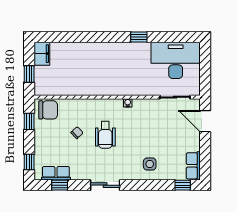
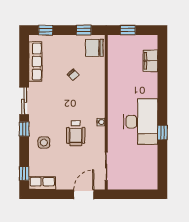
filing cabinet: (42, 54) -> (150, 61), moved, turned 90
desk: (176, 60) -> (141, 122), moved
chair: (48, 110) -> (94, 48), turned 90
wheelchair: (105, 135) -> (76, 133), moved, turned -90
row of seats: (56, 173) -> (35, 62), width x1.48
window: (60, 185) -> (24, 129), moved

